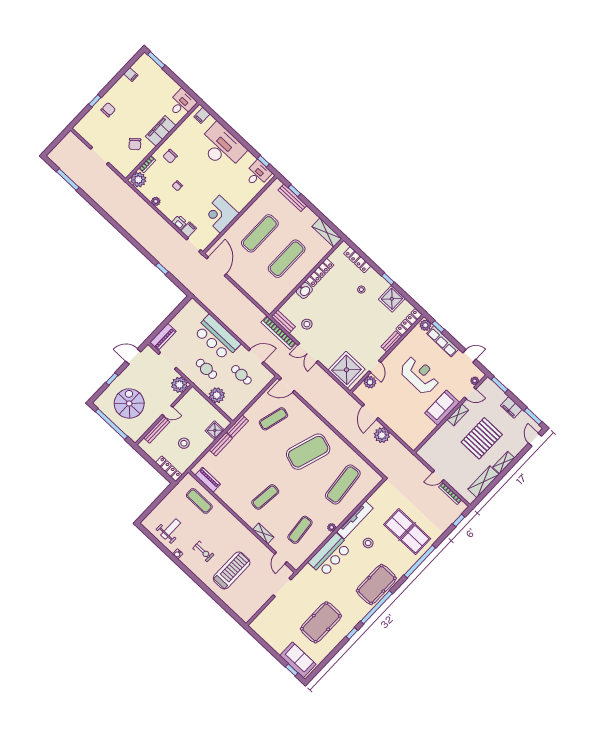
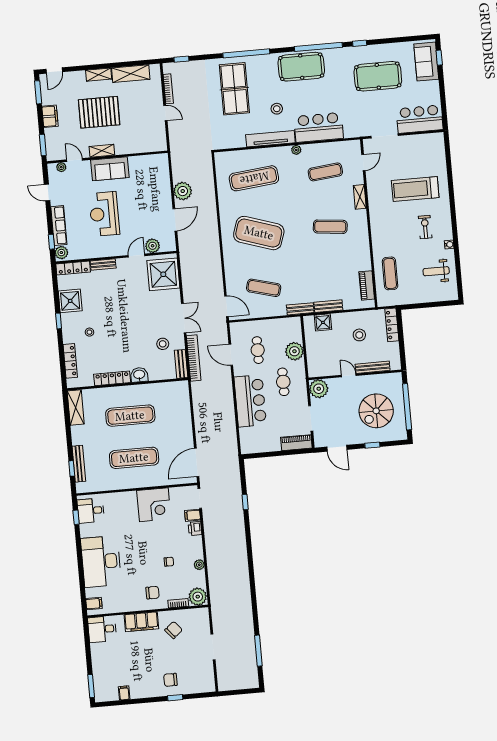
bar counter: (269, 619) -> (420, 119), added

